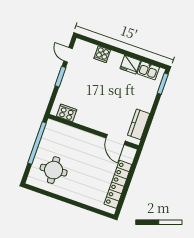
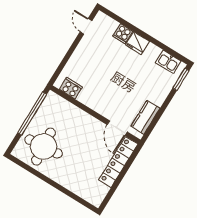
fridge: (130, 65) -> (137, 43), moved
window: (60, 77) -> (73, 48), removed
round table: (54, 170) -> (44, 146), width x1.36, depth x1.36
locker: (118, 184) -> (118, 162), moved

